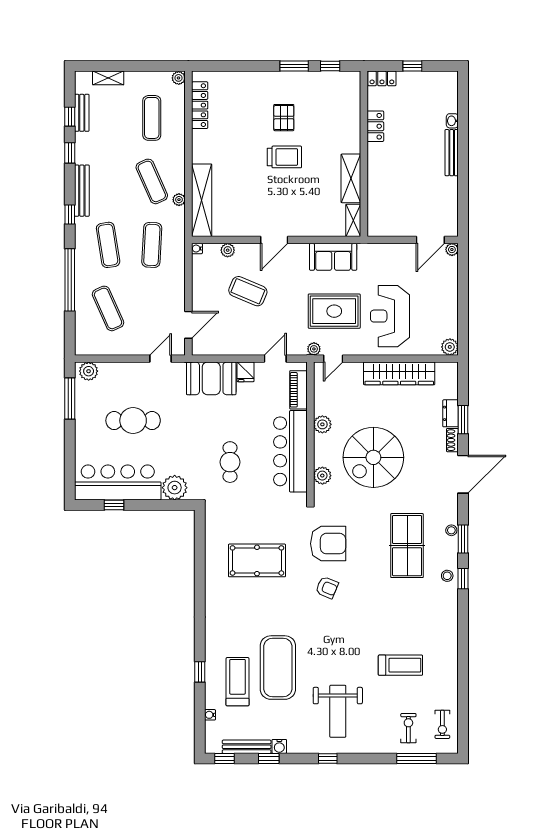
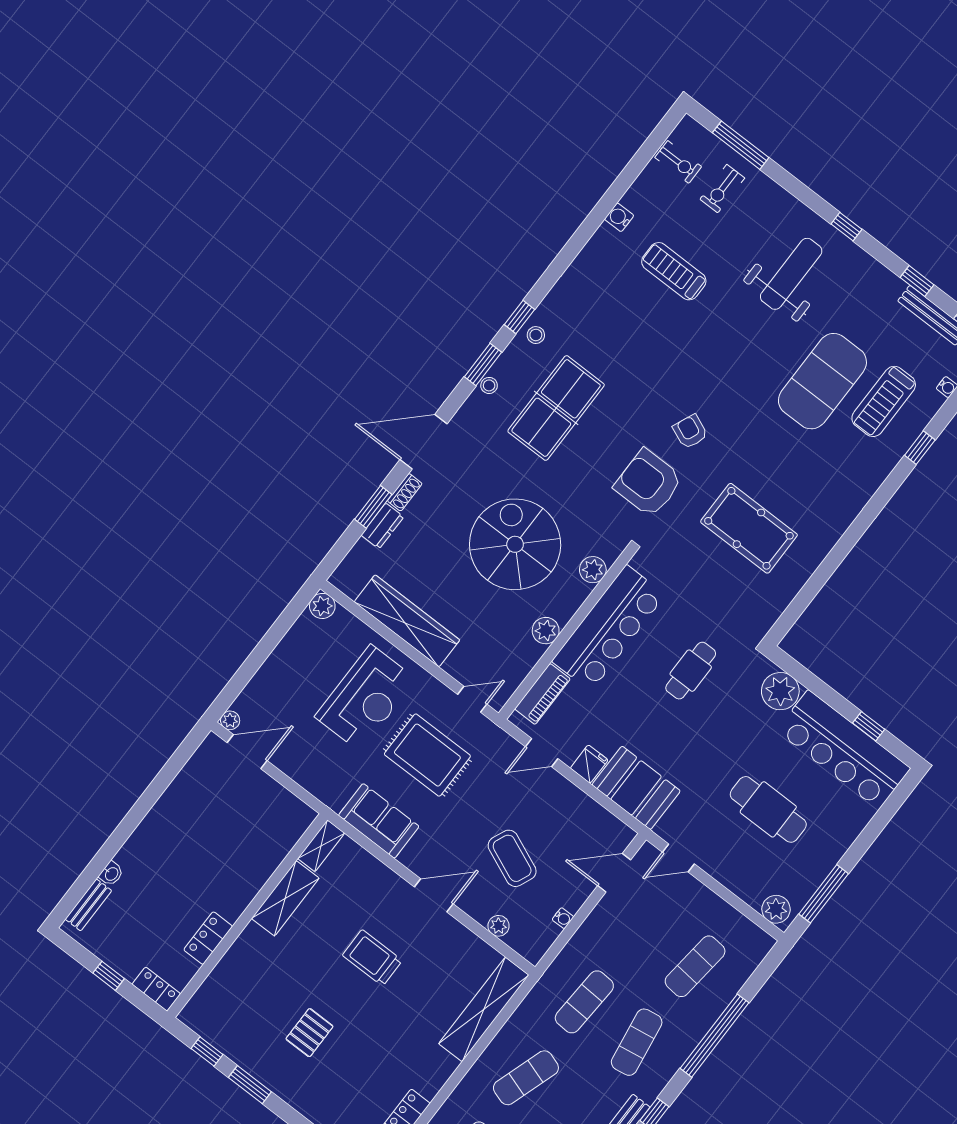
bench: (452, 153) -> (88, 905), moved, width x0.73
trolley: (284, 157) -> (372, 958), moved
exercise mat: (152, 181) -> (526, 1078), turned 42
plant: (179, 200) -> (510, 1031), removed
water cooler: (197, 249) -> (563, 918), moved
exercise mat: (108, 308) -> (695, 966), turned 30
plant: (314, 349) -> (486, 729), removed
spiral stairs: (373, 457) -> (515, 544), turned -90
exercise bike: (442, 724) -> (678, 162), turned 90
water cooler: (279, 746) -> (619, 217), moved, turned -90

